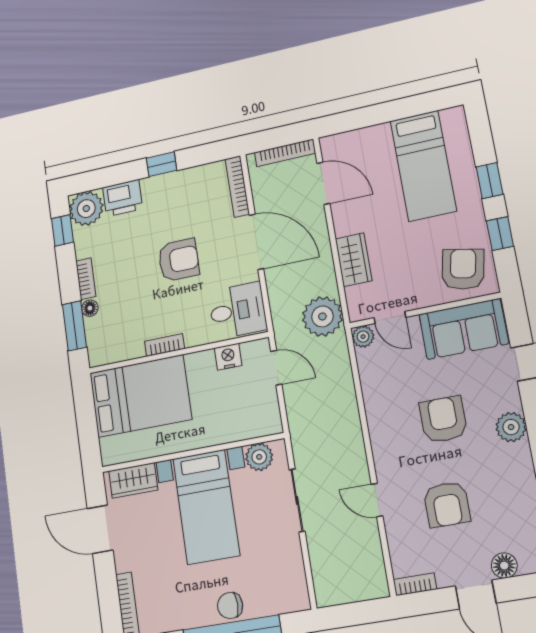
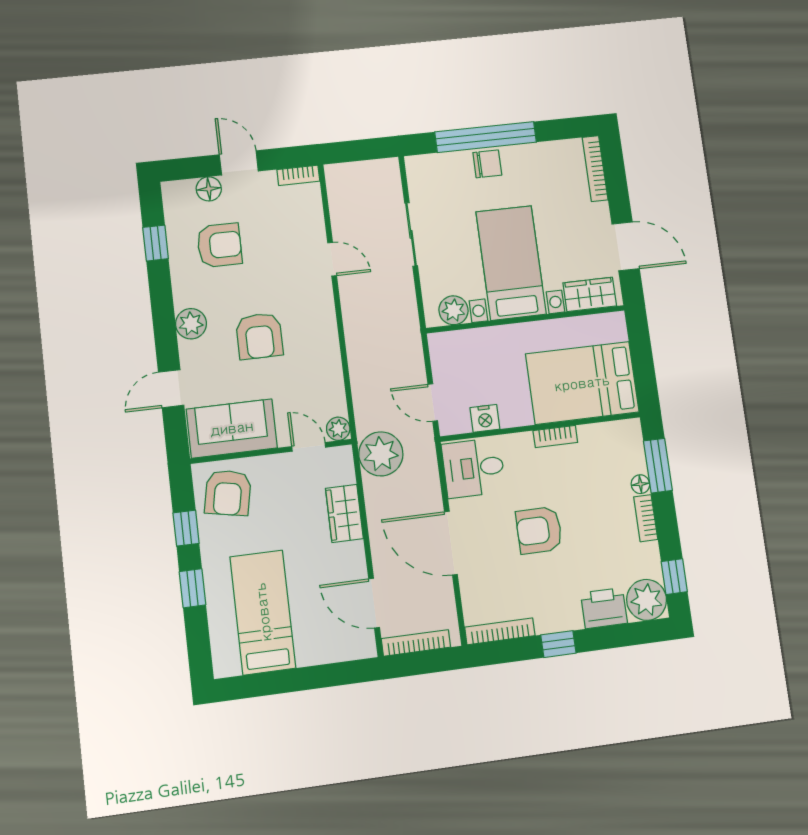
bookcase: (237, 187) -> (500, 631), moved, turned -90
sliding door: (297, 500) -> (411, 234), moved
armchair: (447, 504) -> (219, 245), moved, turned 90

